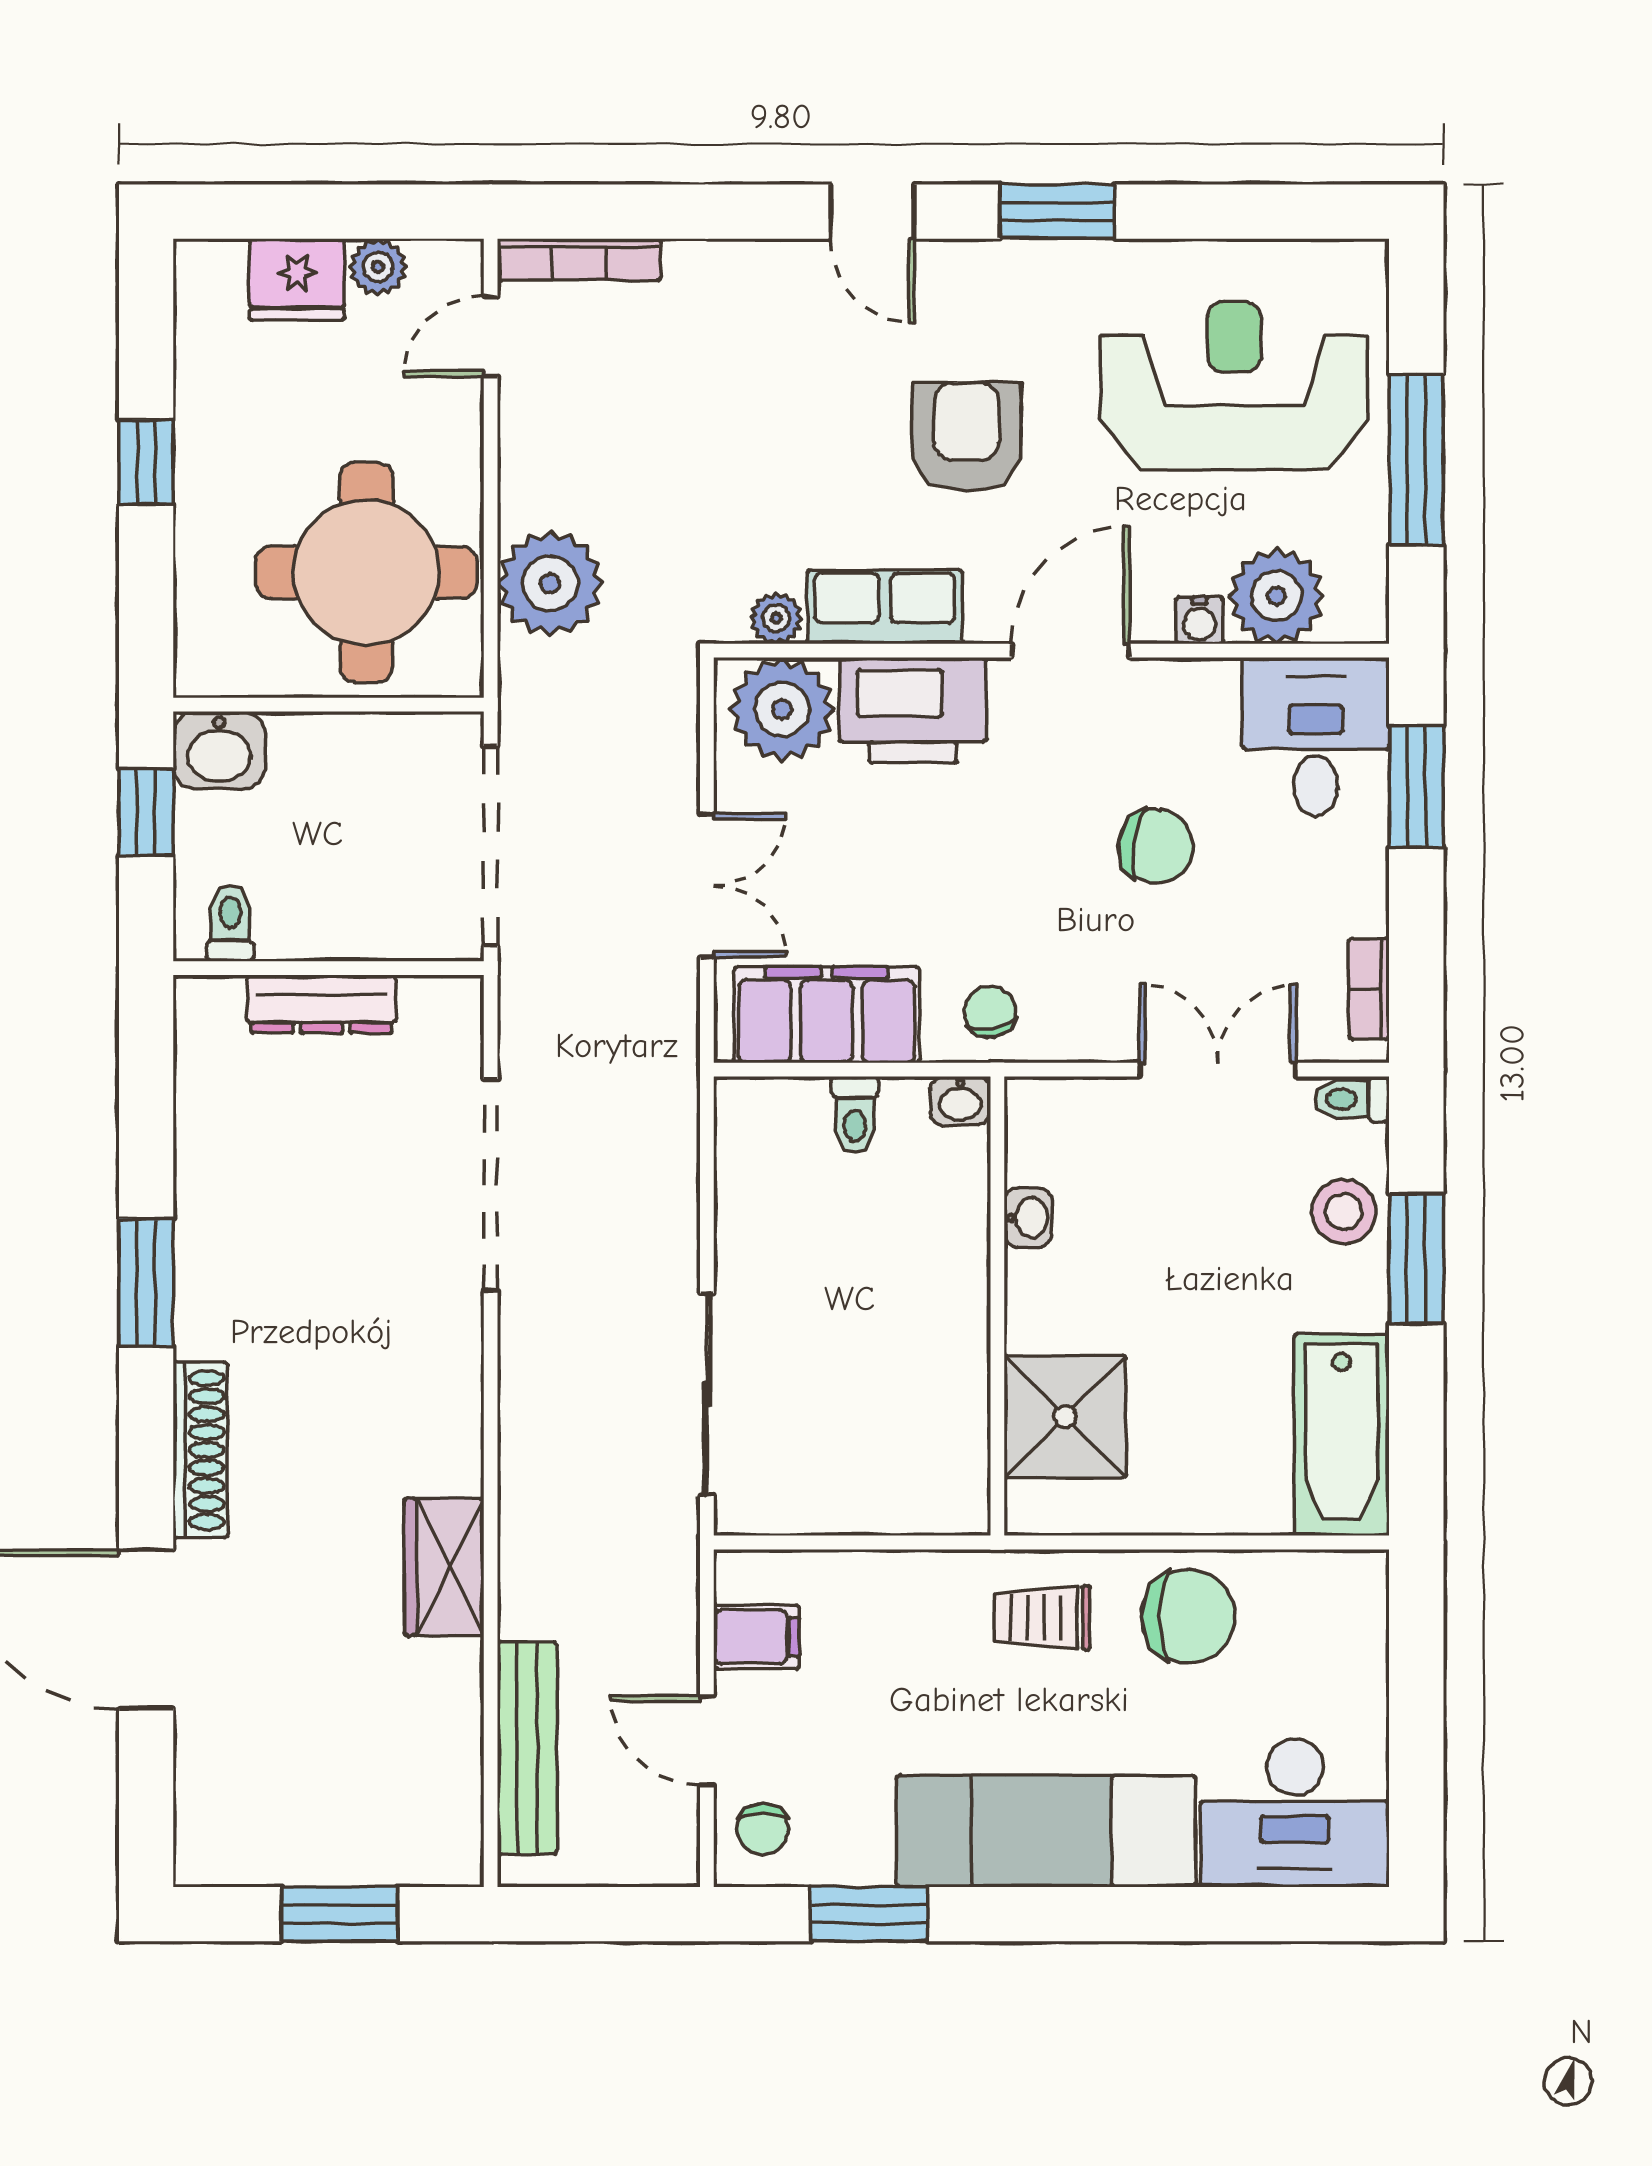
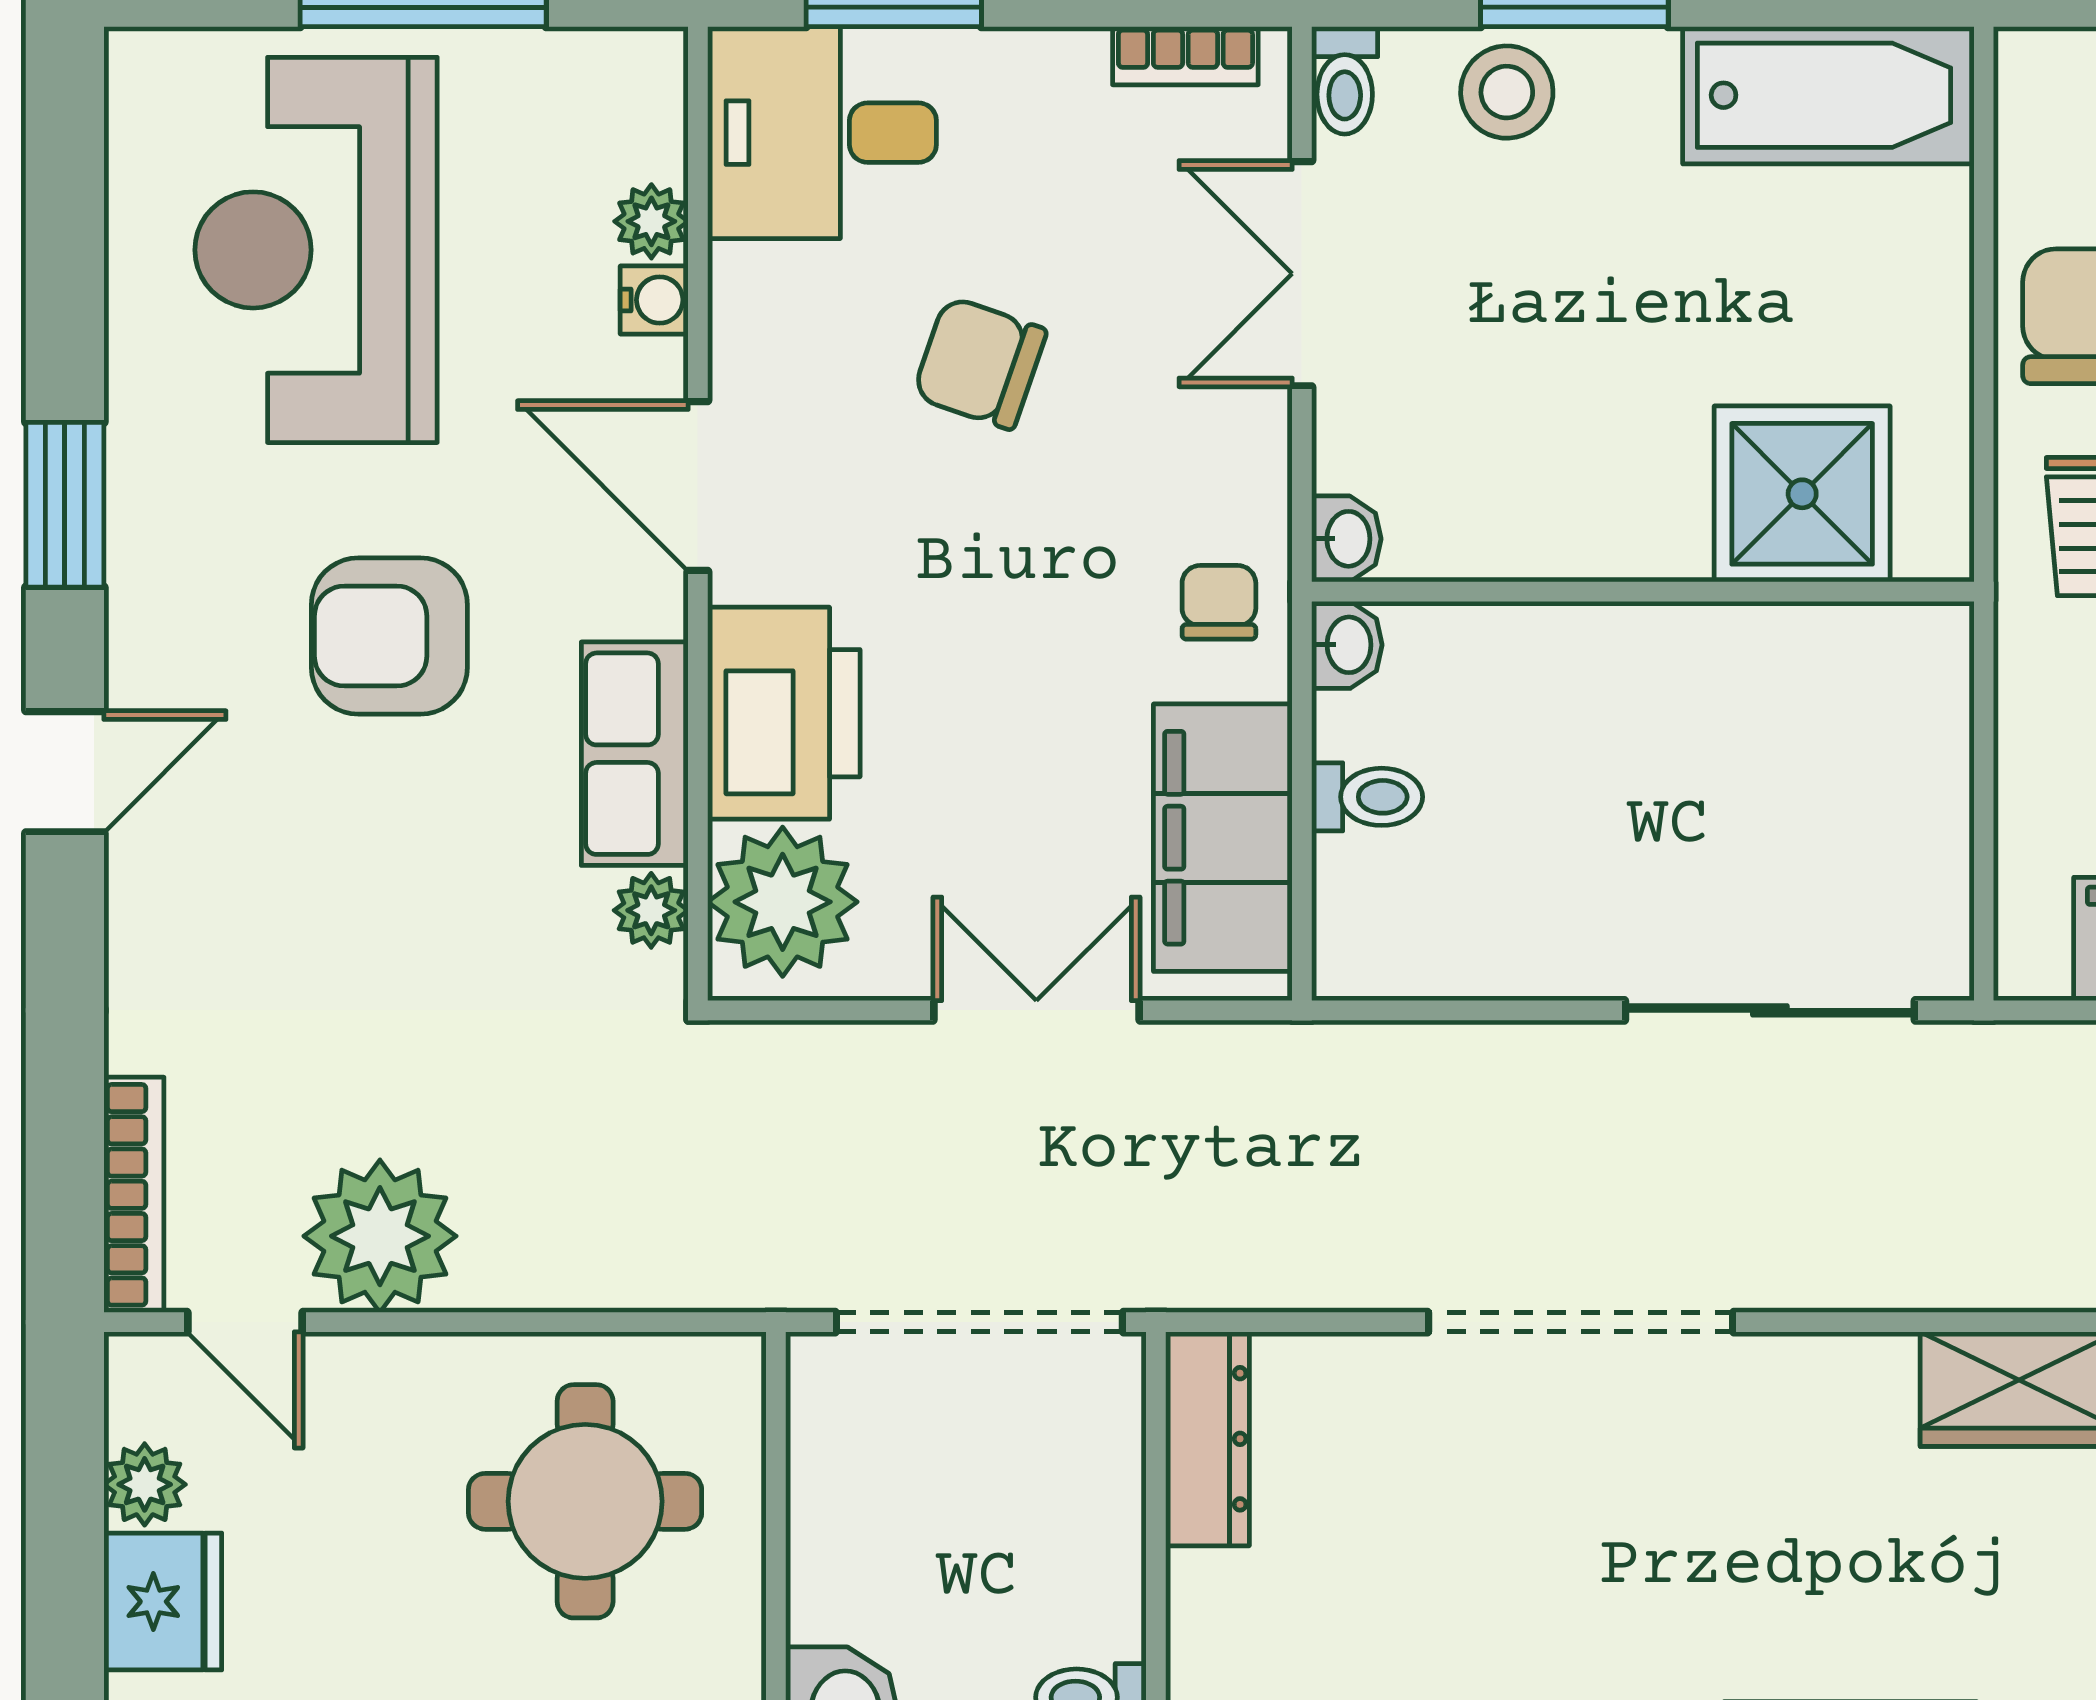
round table: (366, 572) -> (585, 1501), width x0.73, depth x0.73
plant: (550, 583) -> (380, 1236), moved
plant: (1276, 596) -> (651, 221), width x0.53, depth x0.53
chair: (1156, 846) -> (980, 363), turned -79
dresser: (322, 1004) -> (1207, 1439), moved
chair: (990, 1012) -> (1219, 602), turned 101
doorway: (491, 1185) -> (1581, 1322), moved
washbasin: (1028, 1218) -> (1346, 539), moved, turned 90

